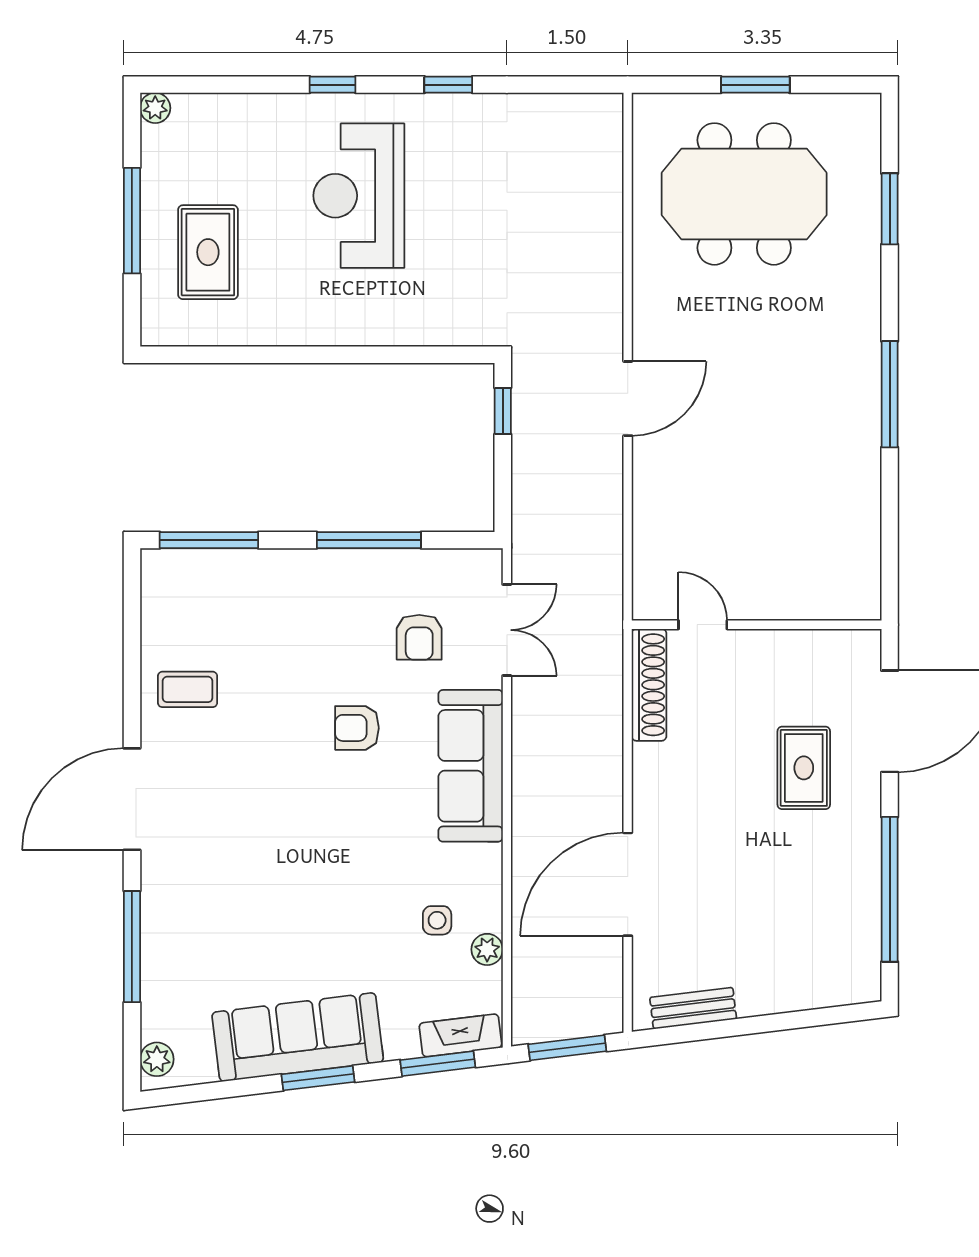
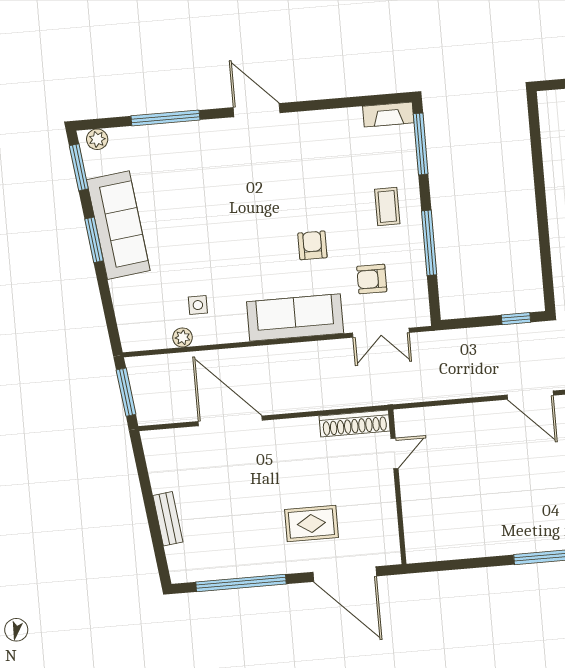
coffee table: (188, 689) -> (387, 206), moved
door: (132, 799) -> (257, 110), width x0.73
bench: (693, 1008) -> (168, 519), moved
fireplace: (460, 1035) -> (388, 114), moved, turned 97
window: (438, 1064) -> (79, 167), moved

